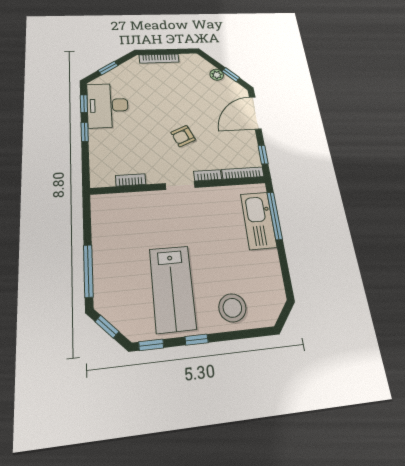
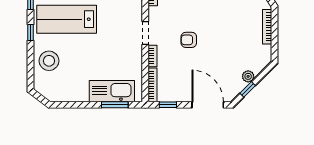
armchair: (183, 136) -> (189, 40), turned -67
window: (275, 216) -> (115, 105), width x0.69

